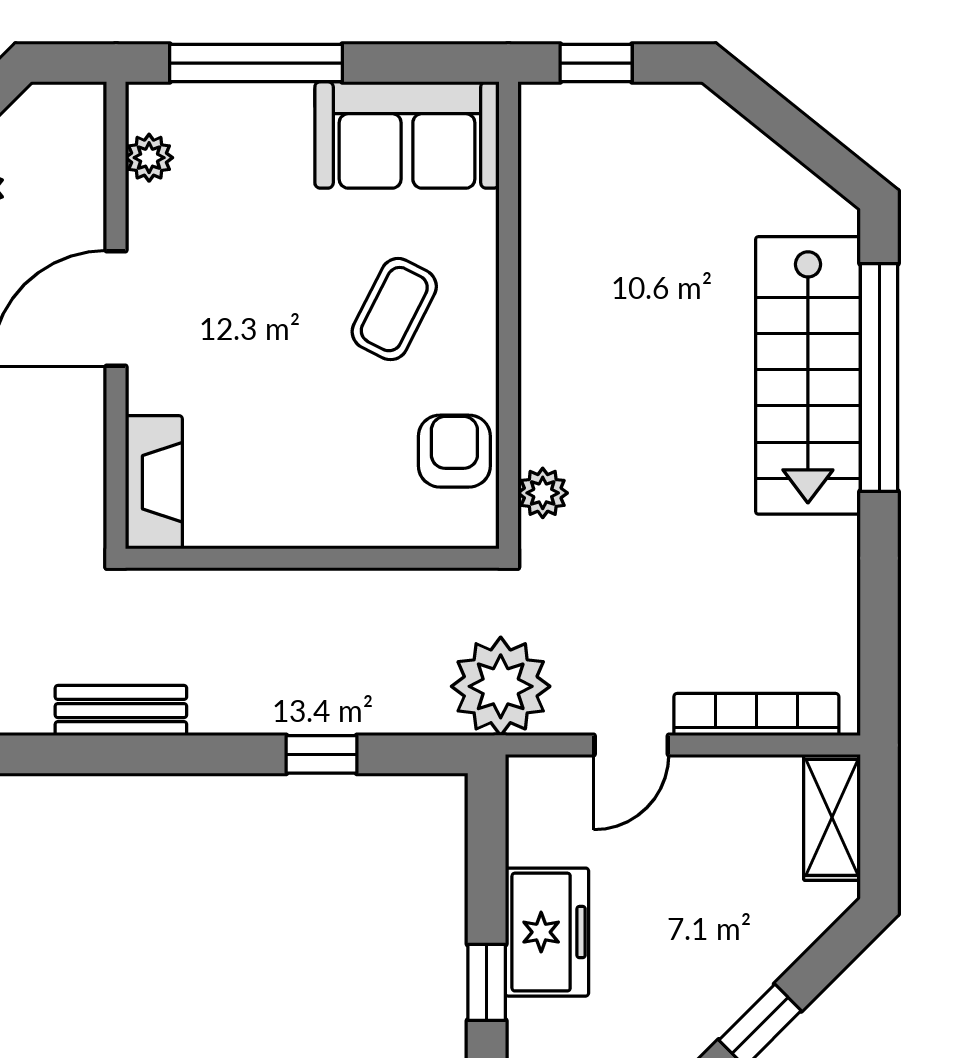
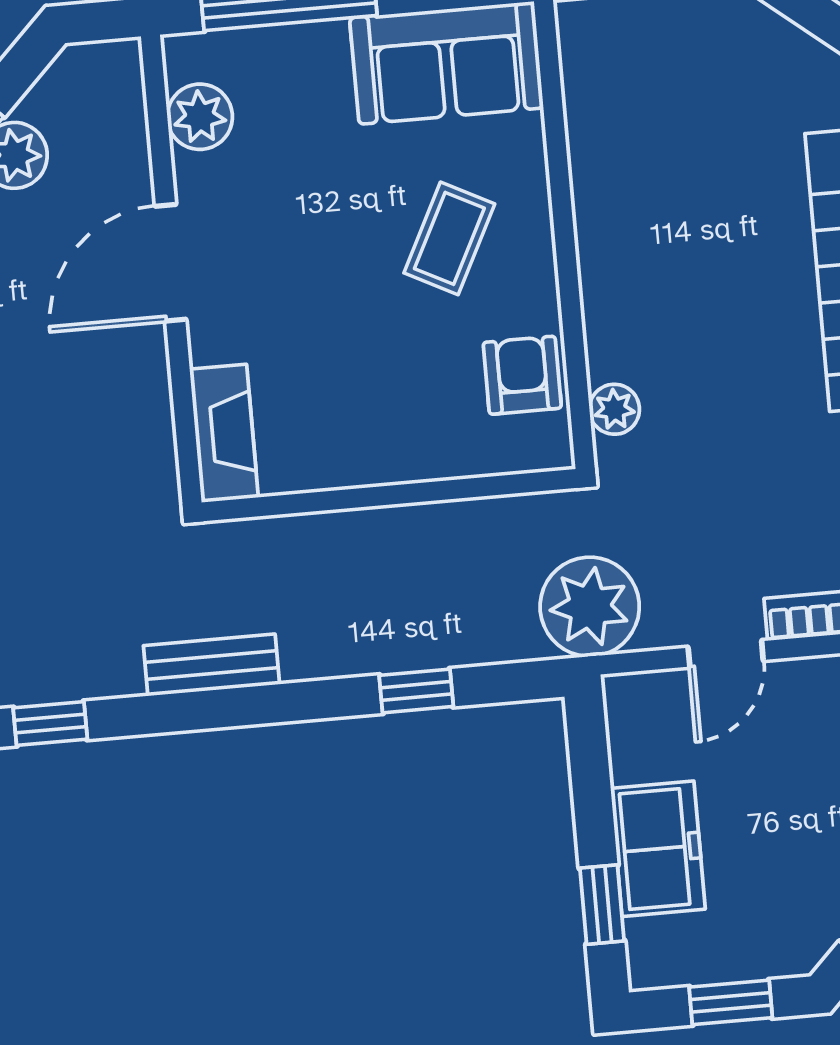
plant: (149, 158) -> (200, 117), width x1.38, depth x1.38

